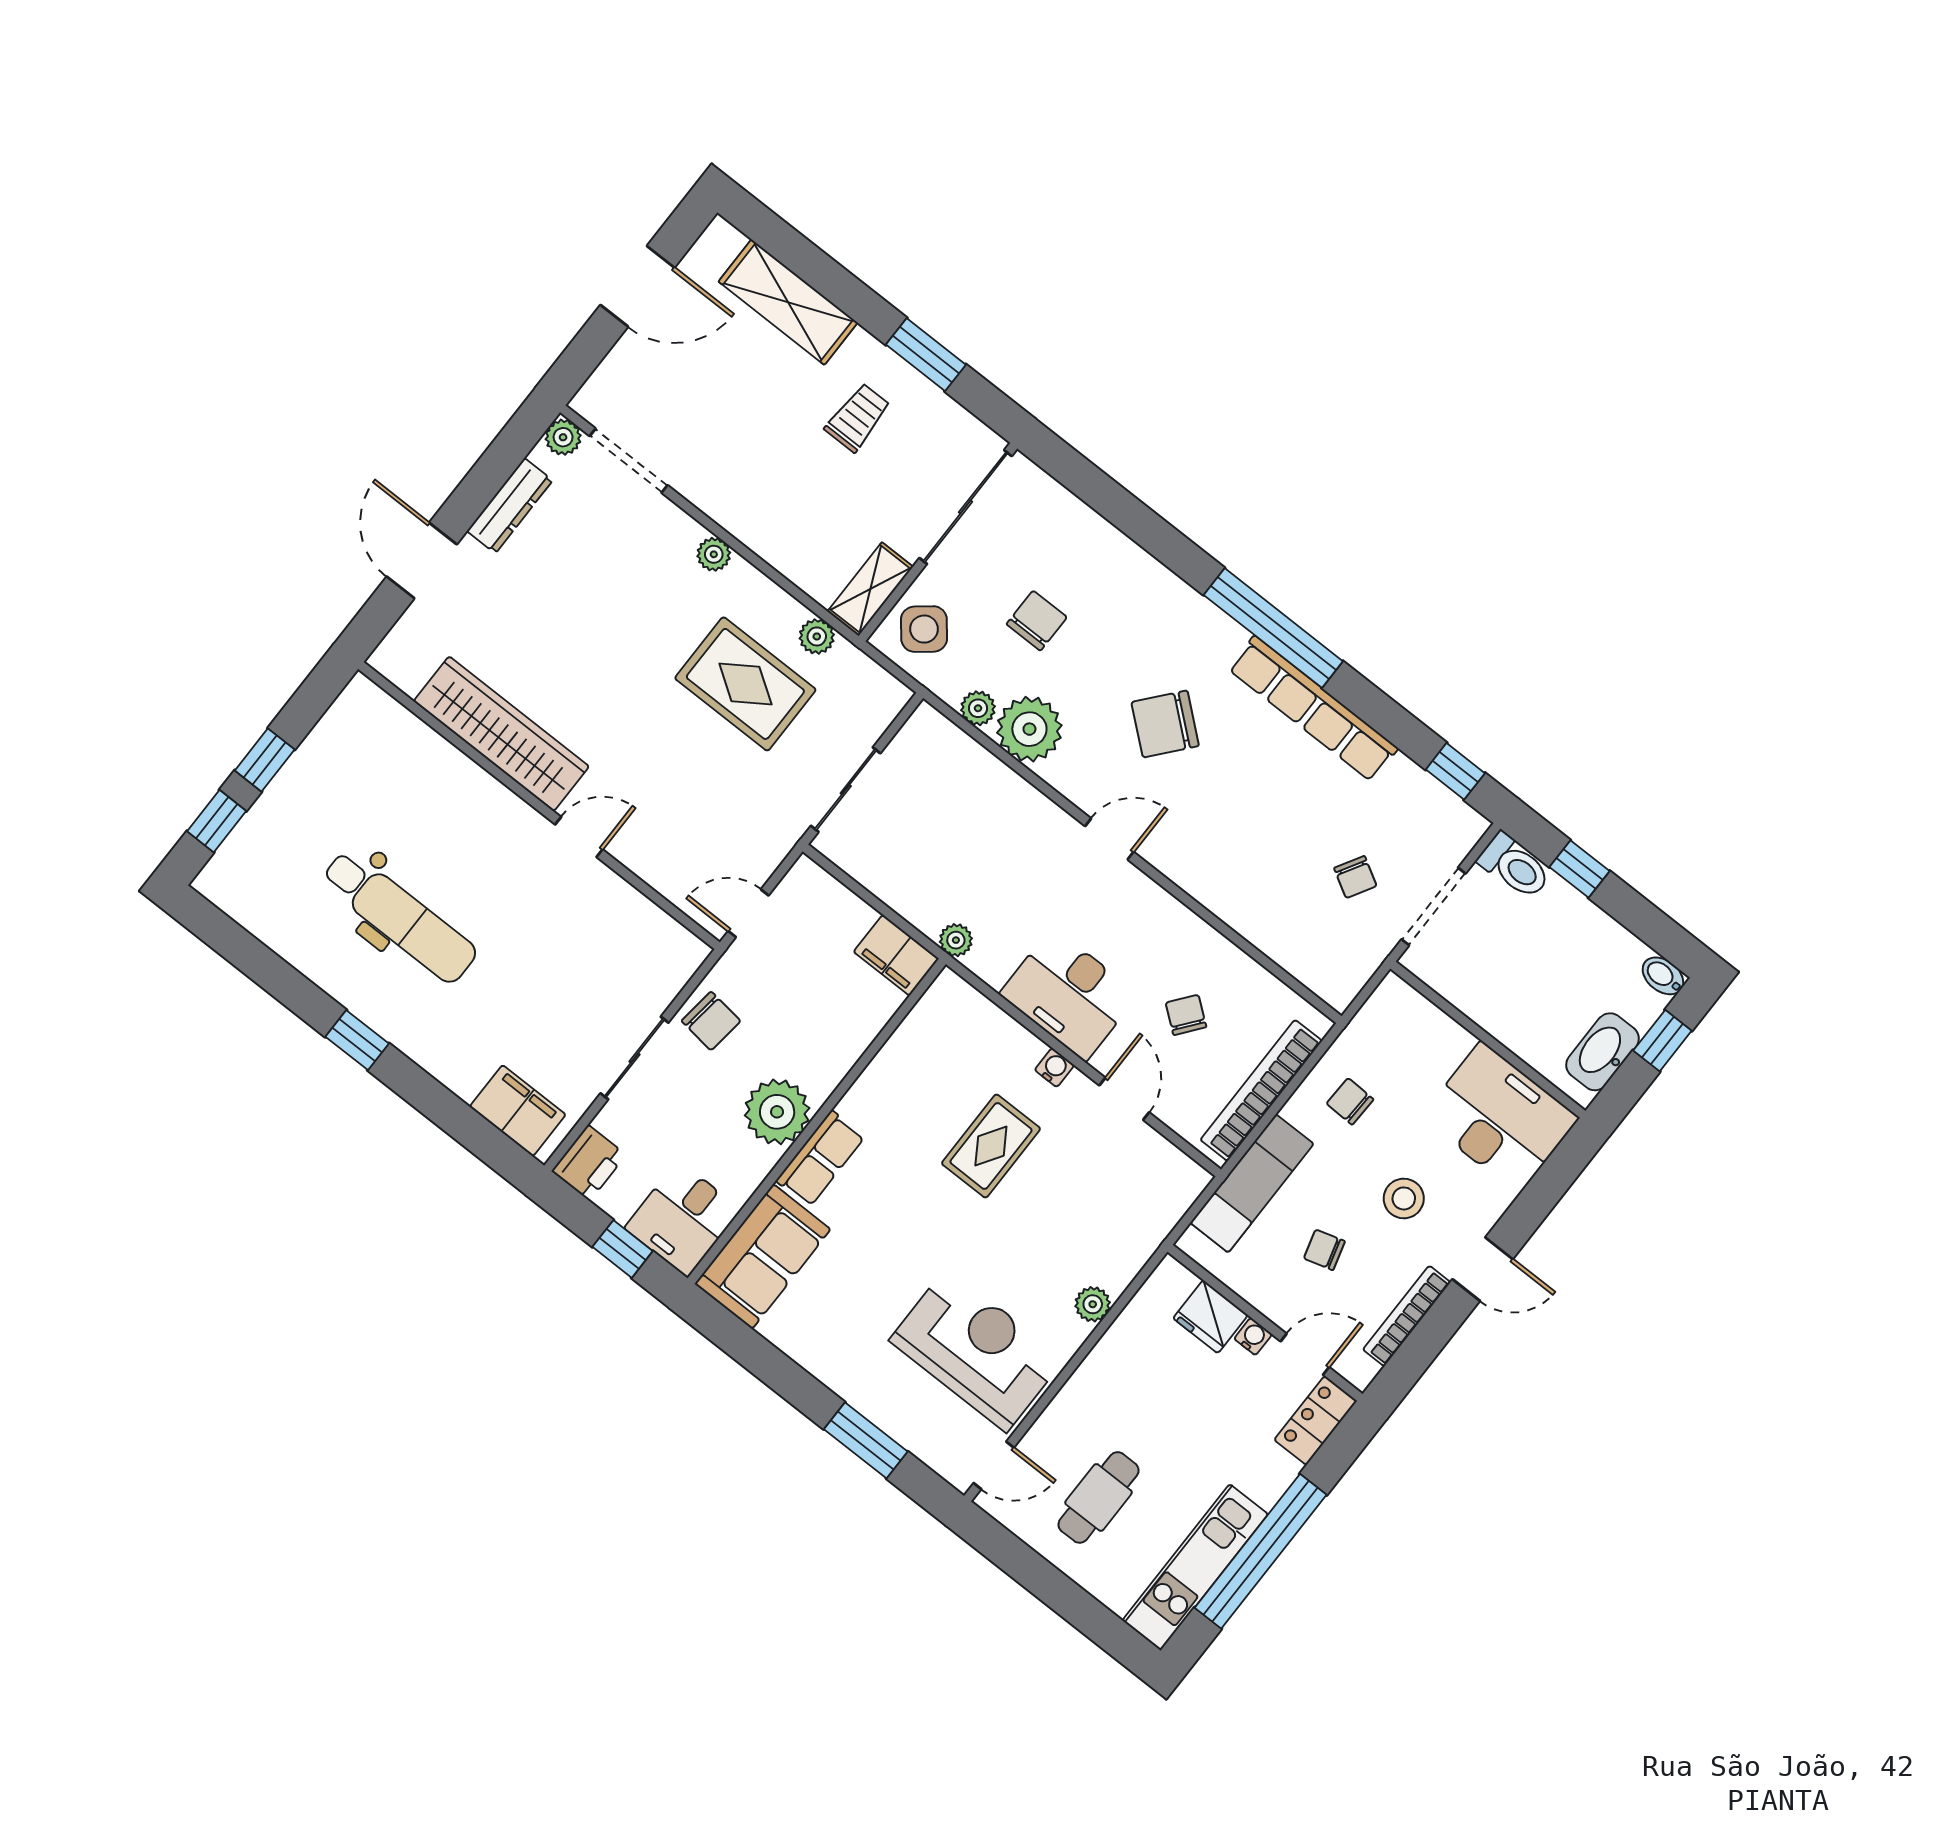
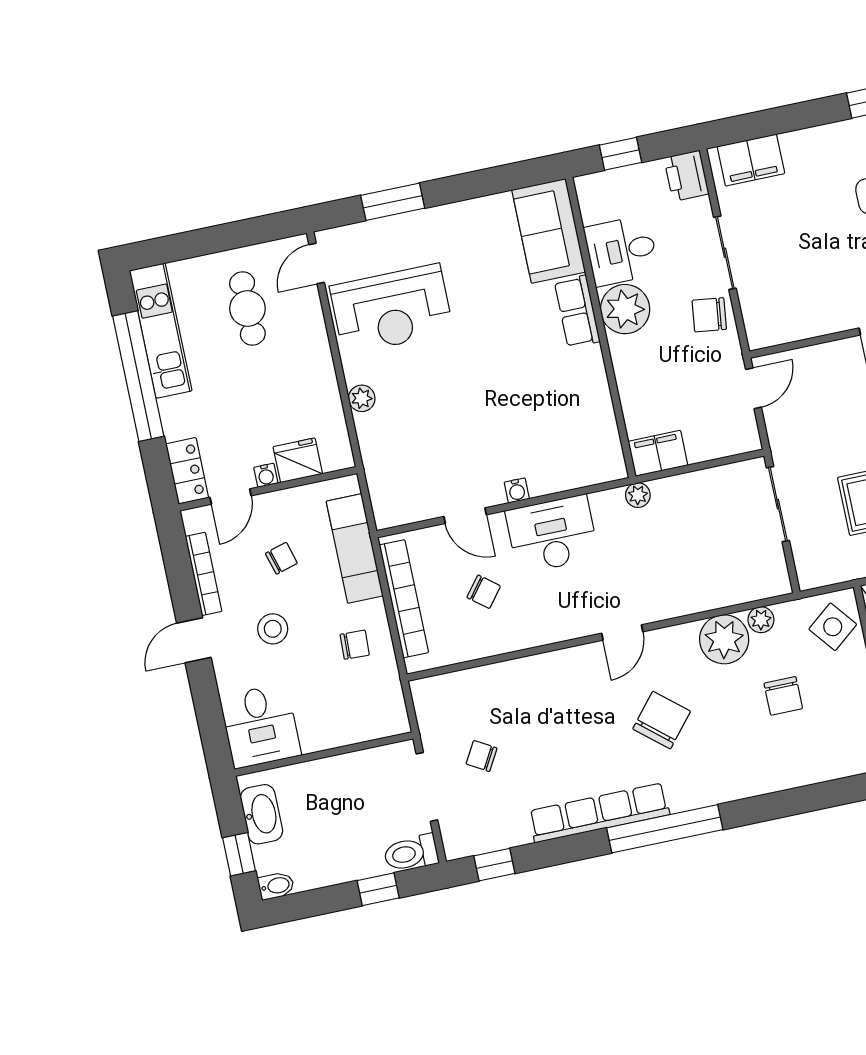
desk: (1500, 1118) -> (260, 726), width x0.73
rug: (991, 1146) -> (502, 416), removed
desk: (683, 1219) -> (621, 251), moved, turned -90

